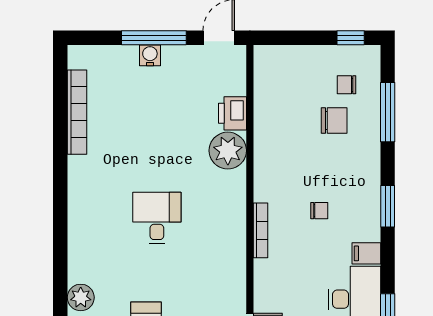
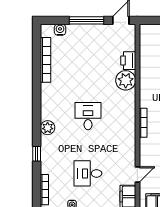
water cooler: (150, 55) -> (60, 30), moved
window: (60, 289) -> (37, 154), added
plant: (81, 297) -> (48, 128), moved

